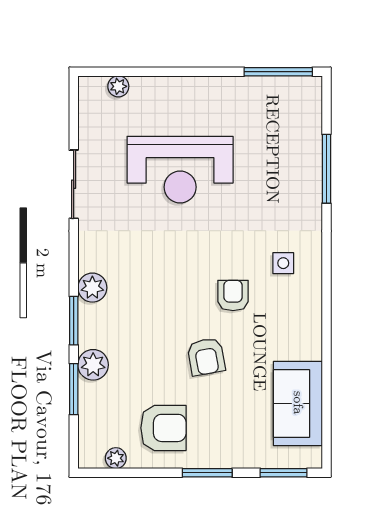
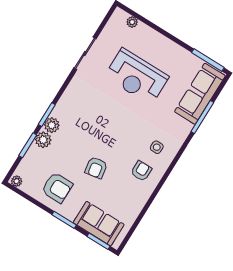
sofa: (299, 134) -> (200, 94), added
plant: (92, 288) -> (52, 125), moved
armchair: (233, 295) -> (141, 171), moved
sofa: (298, 403) -> (99, 224), moved, turned 90
plant: (116, 458) -> (17, 181), moved

